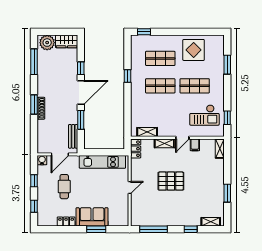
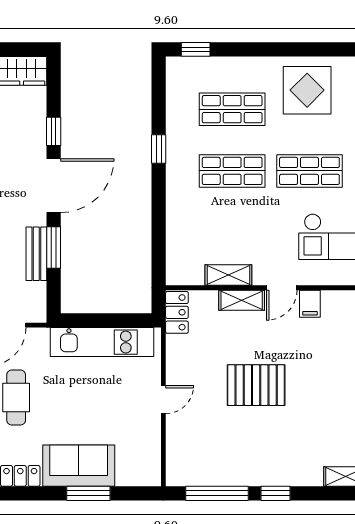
shelving: (147, 132) -> (228, 275), moved
bench: (73, 136) -> (36, 254), moved
window: (191, 229) -> (276, 493), moved

